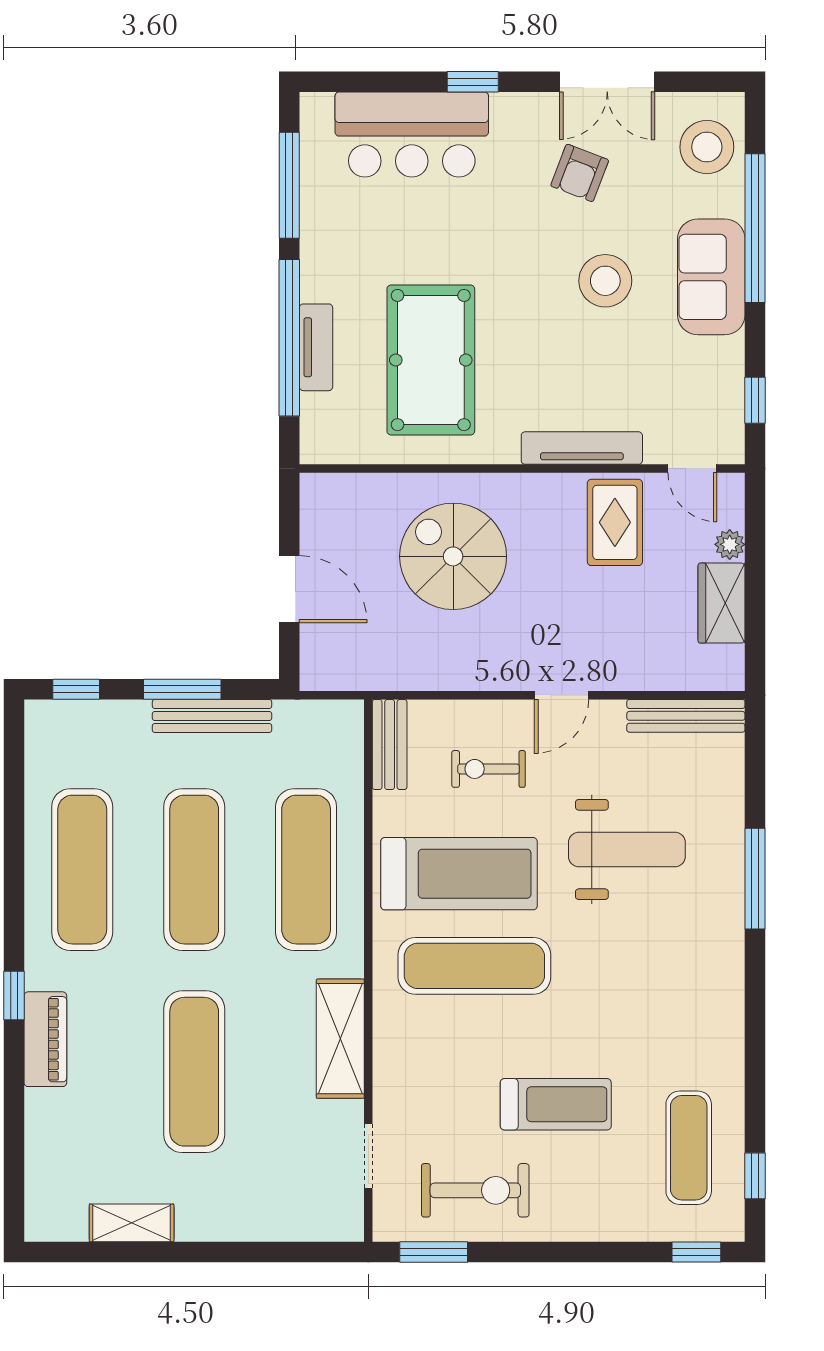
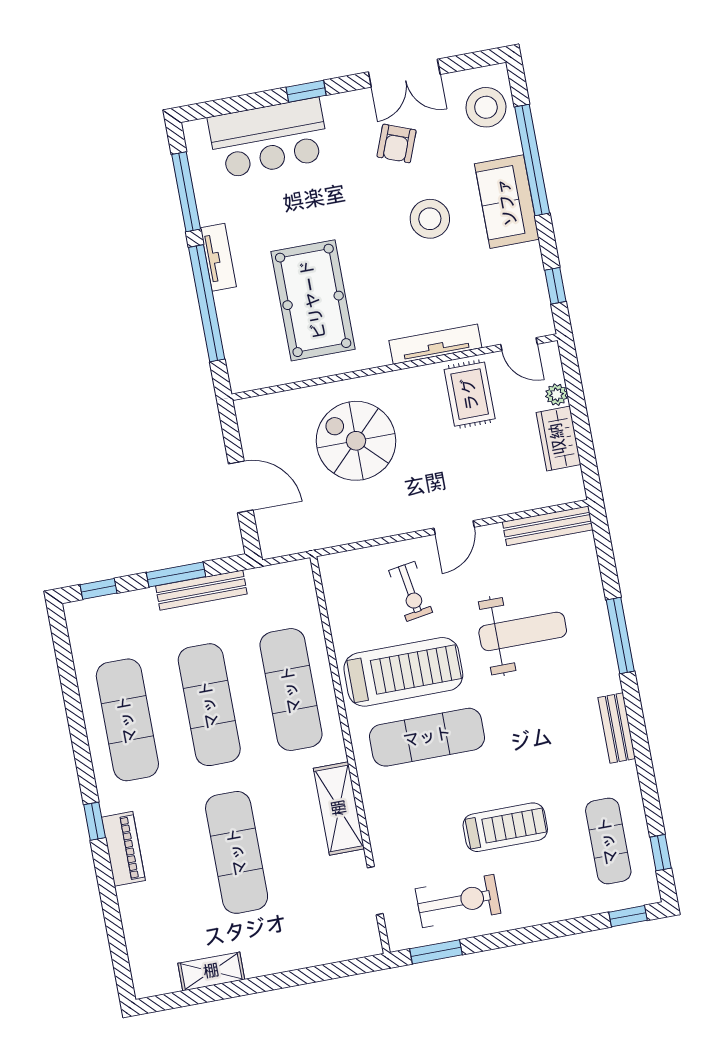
tv unit: (316, 347) -> (218, 257), moved
bench: (390, 745) -> (617, 728), moved
exercise bike: (488, 769) -> (411, 591), turned -99

